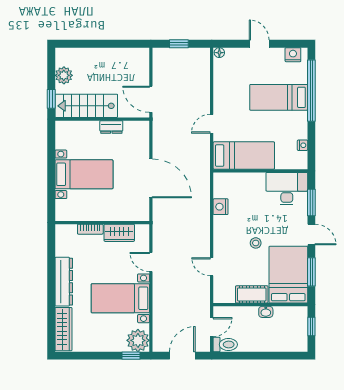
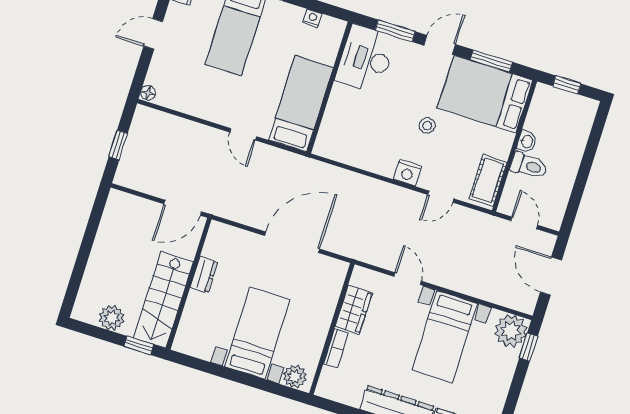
nightstand: (221, 207) -> (407, 173), moved
plant: (63, 208) -> (295, 377), added
door: (151, 262) -> (408, 279), swing flipped
cot: (252, 294) -> (488, 180), moved
toilet: (225, 345) -> (529, 166), moved, turned 90

